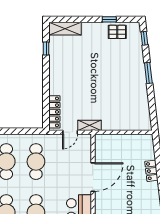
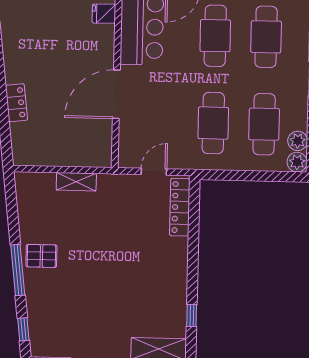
pallet: (117, 32) -> (41, 256), moved
window: (148, 73) -> (18, 270), width x1.44
shelving: (90, 125) -> (76, 182), moved

